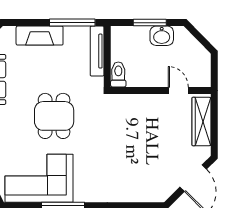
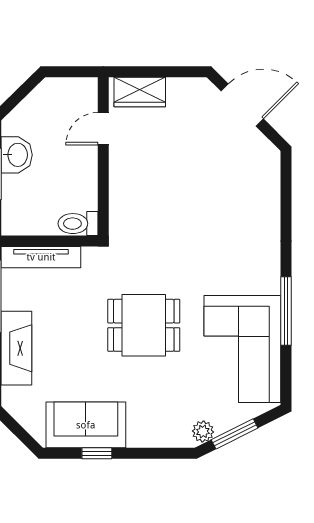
wardrobe: (201, 122) -> (140, 92), width x0.67

